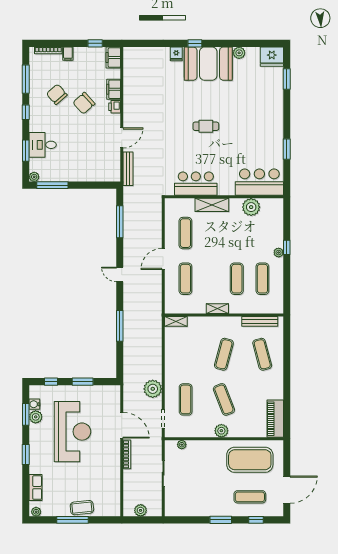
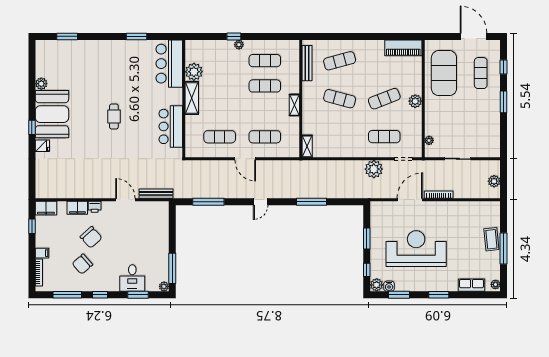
fridge: (272, 57) -> (45, 51), removed
shelving: (212, 205) -> (192, 98), moved
plant: (36, 417) -> (377, 285), moved

